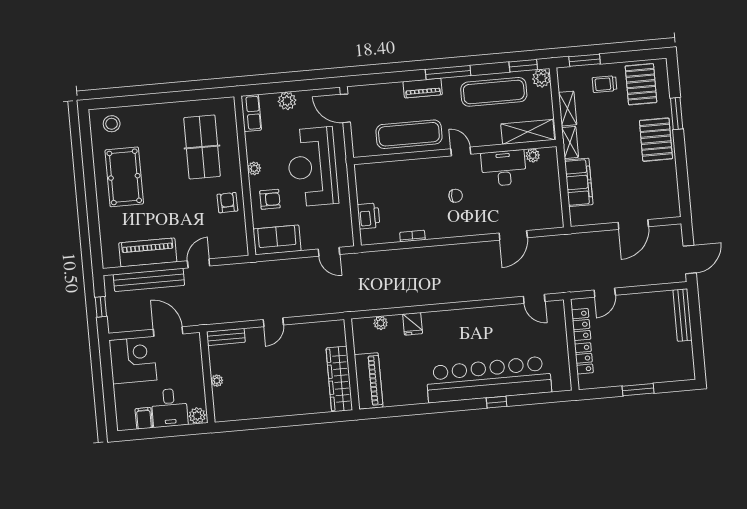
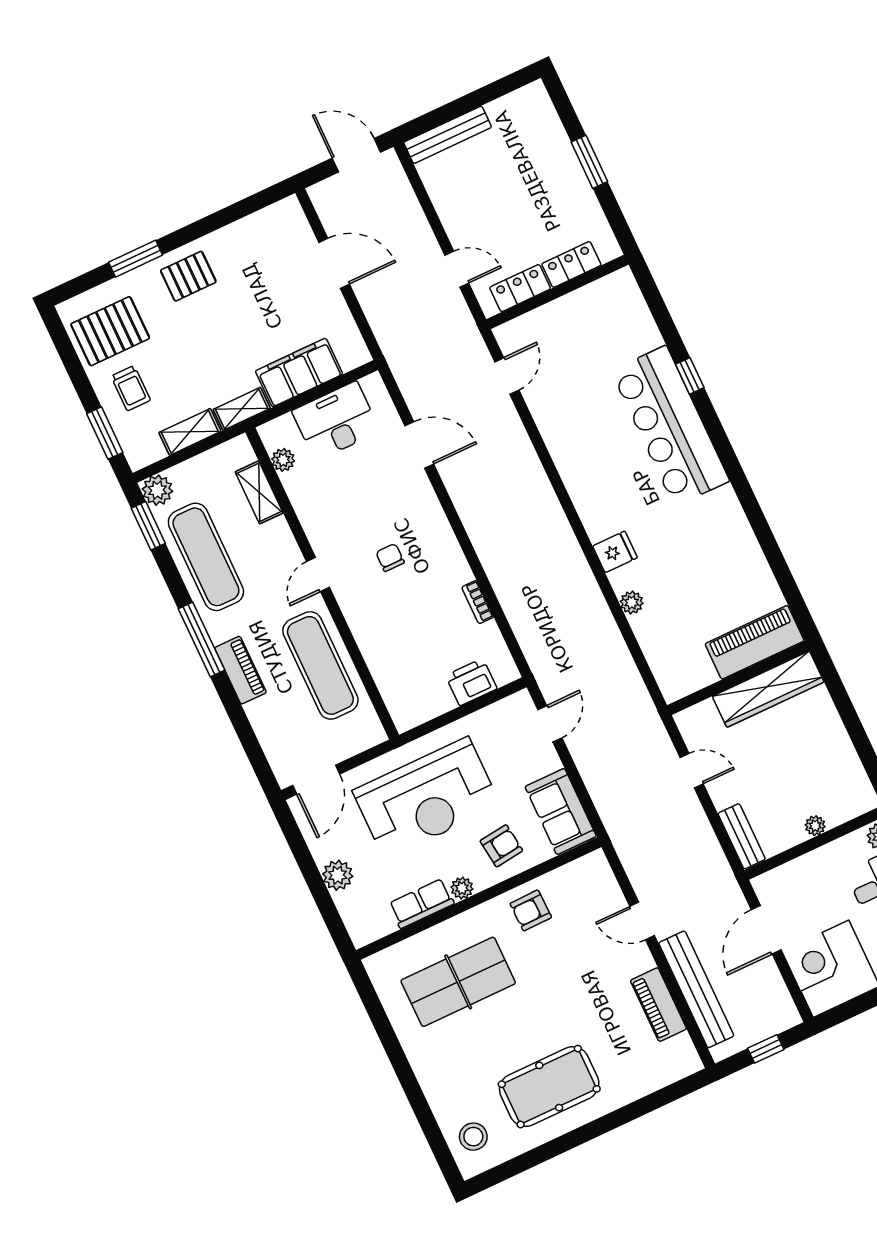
row of seats: (251, 113) -> (421, 903), moved
shelving: (528, 132) -> (259, 492), width x0.67, depth x0.75
pallet: (656, 140) -> (188, 276), width x0.67, depth x0.71
desk: (504, 168) -> (336, 421), moved, turned 90
armchair: (270, 199) -> (501, 846), turned 83
piano: (148, 252) -> (658, 1005), width x0.73, depth x0.75
wall: (352, 364) -> (738, 678), moved
wardrobe: (339, 379) -> (768, 689), moved
bar counter: (489, 379) -> (670, 426), width x0.73
piano: (369, 381) -> (755, 642), moved

